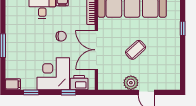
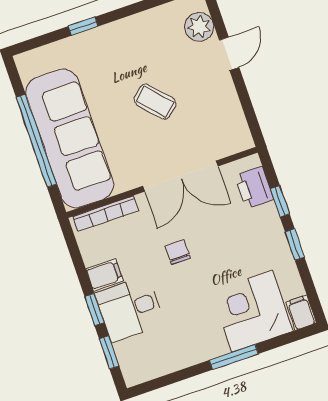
corner desk: (53, 74) -> (252, 311), moved, turned 90
plant: (131, 83) -> (199, 27), moved
window: (31, 92) -> (295, 244), moved

